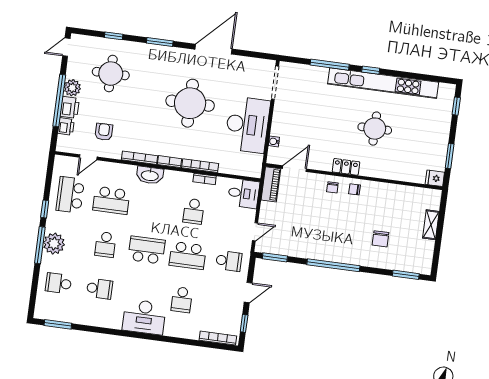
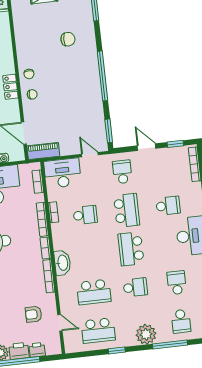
bookcase: (240, 171) -> (38, 182), added
desk: (244, 193) -> (62, 173), width x1.37
school desk: (111, 200) -> (94, 292), turned 90
window: (40, 245) -> (170, 344), moved

